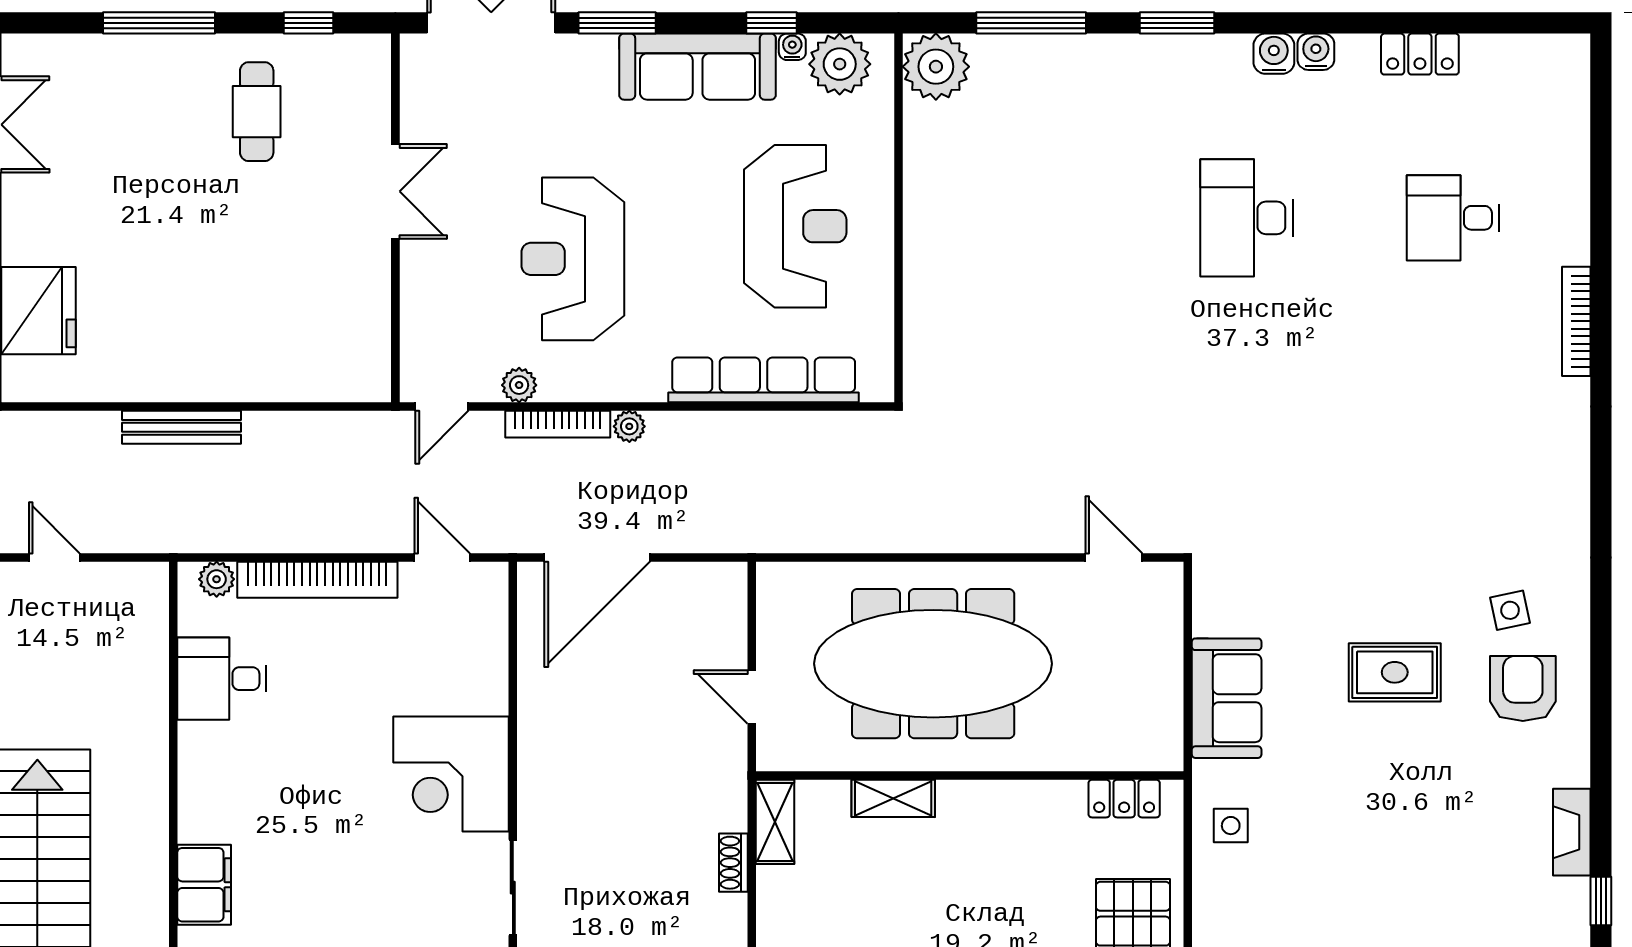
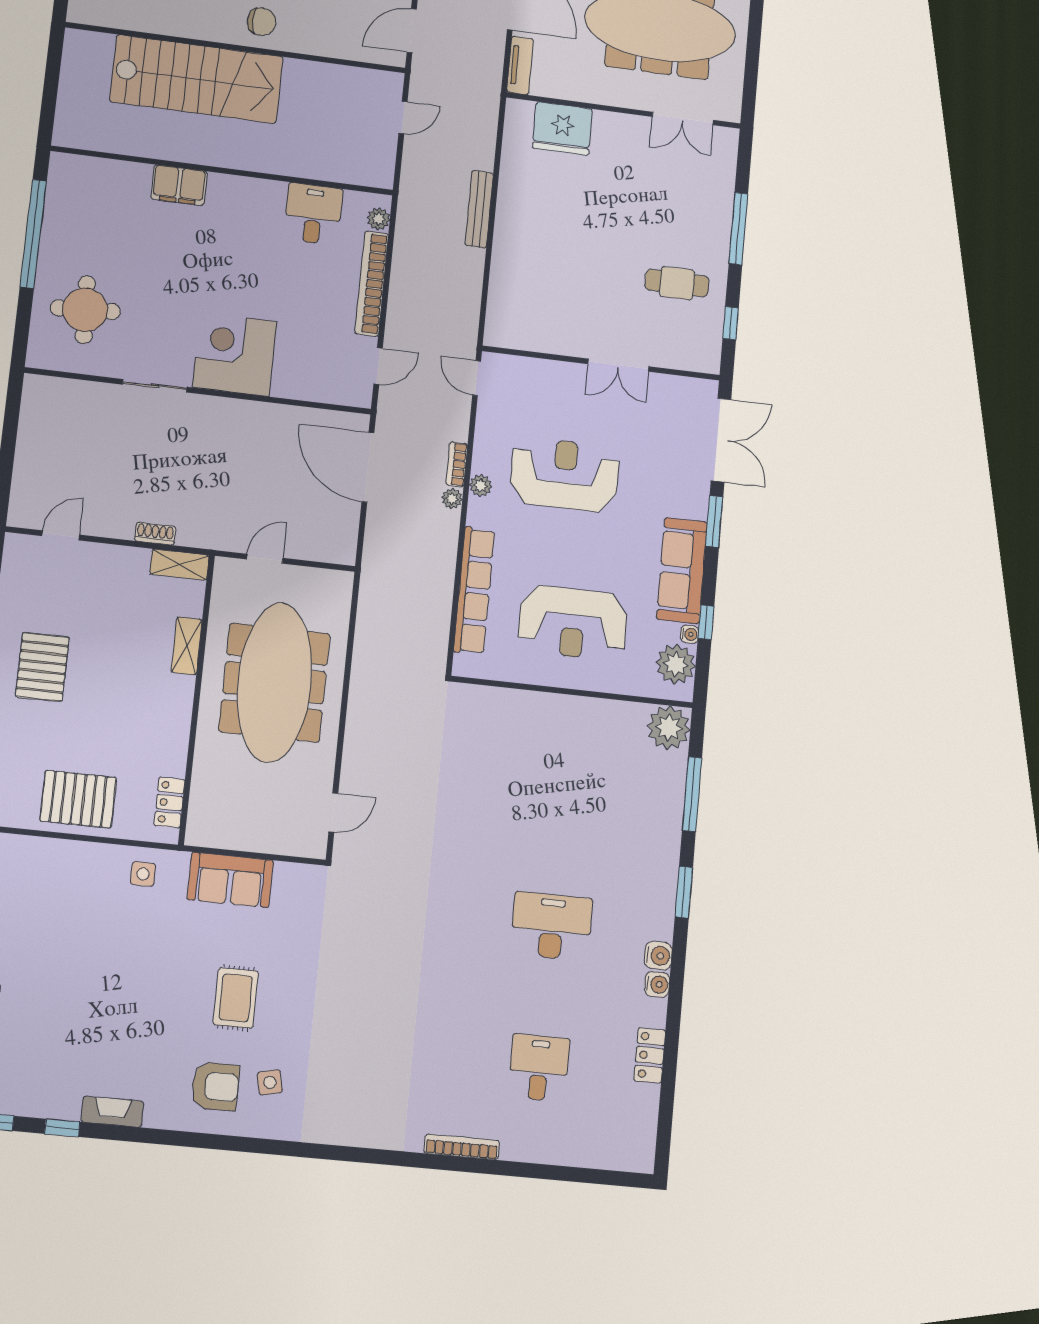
plant: (519, 385) -> (481, 486), moved
bookcase: (558, 424) -> (457, 464), width x0.64

